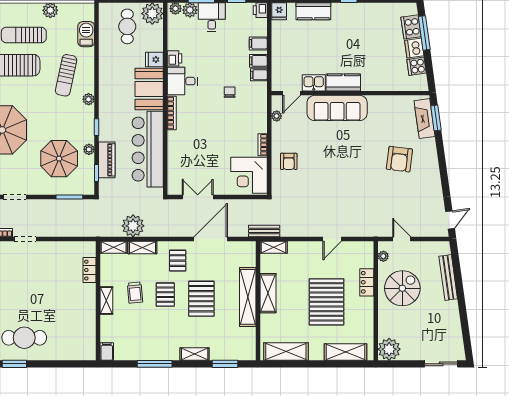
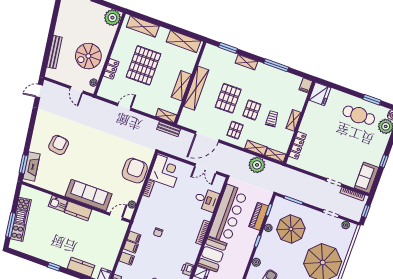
desk: (182, 81) -> (206, 200), moved
kitchen sink: (314, 83) -> (58, 204), moved
armchair: (289, 161) -> (135, 171), width x1.88, depth x1.88
locker: (90, 270) -> (298, 145), width x1.53
fridge: (85, 347) -> (320, 94), added

